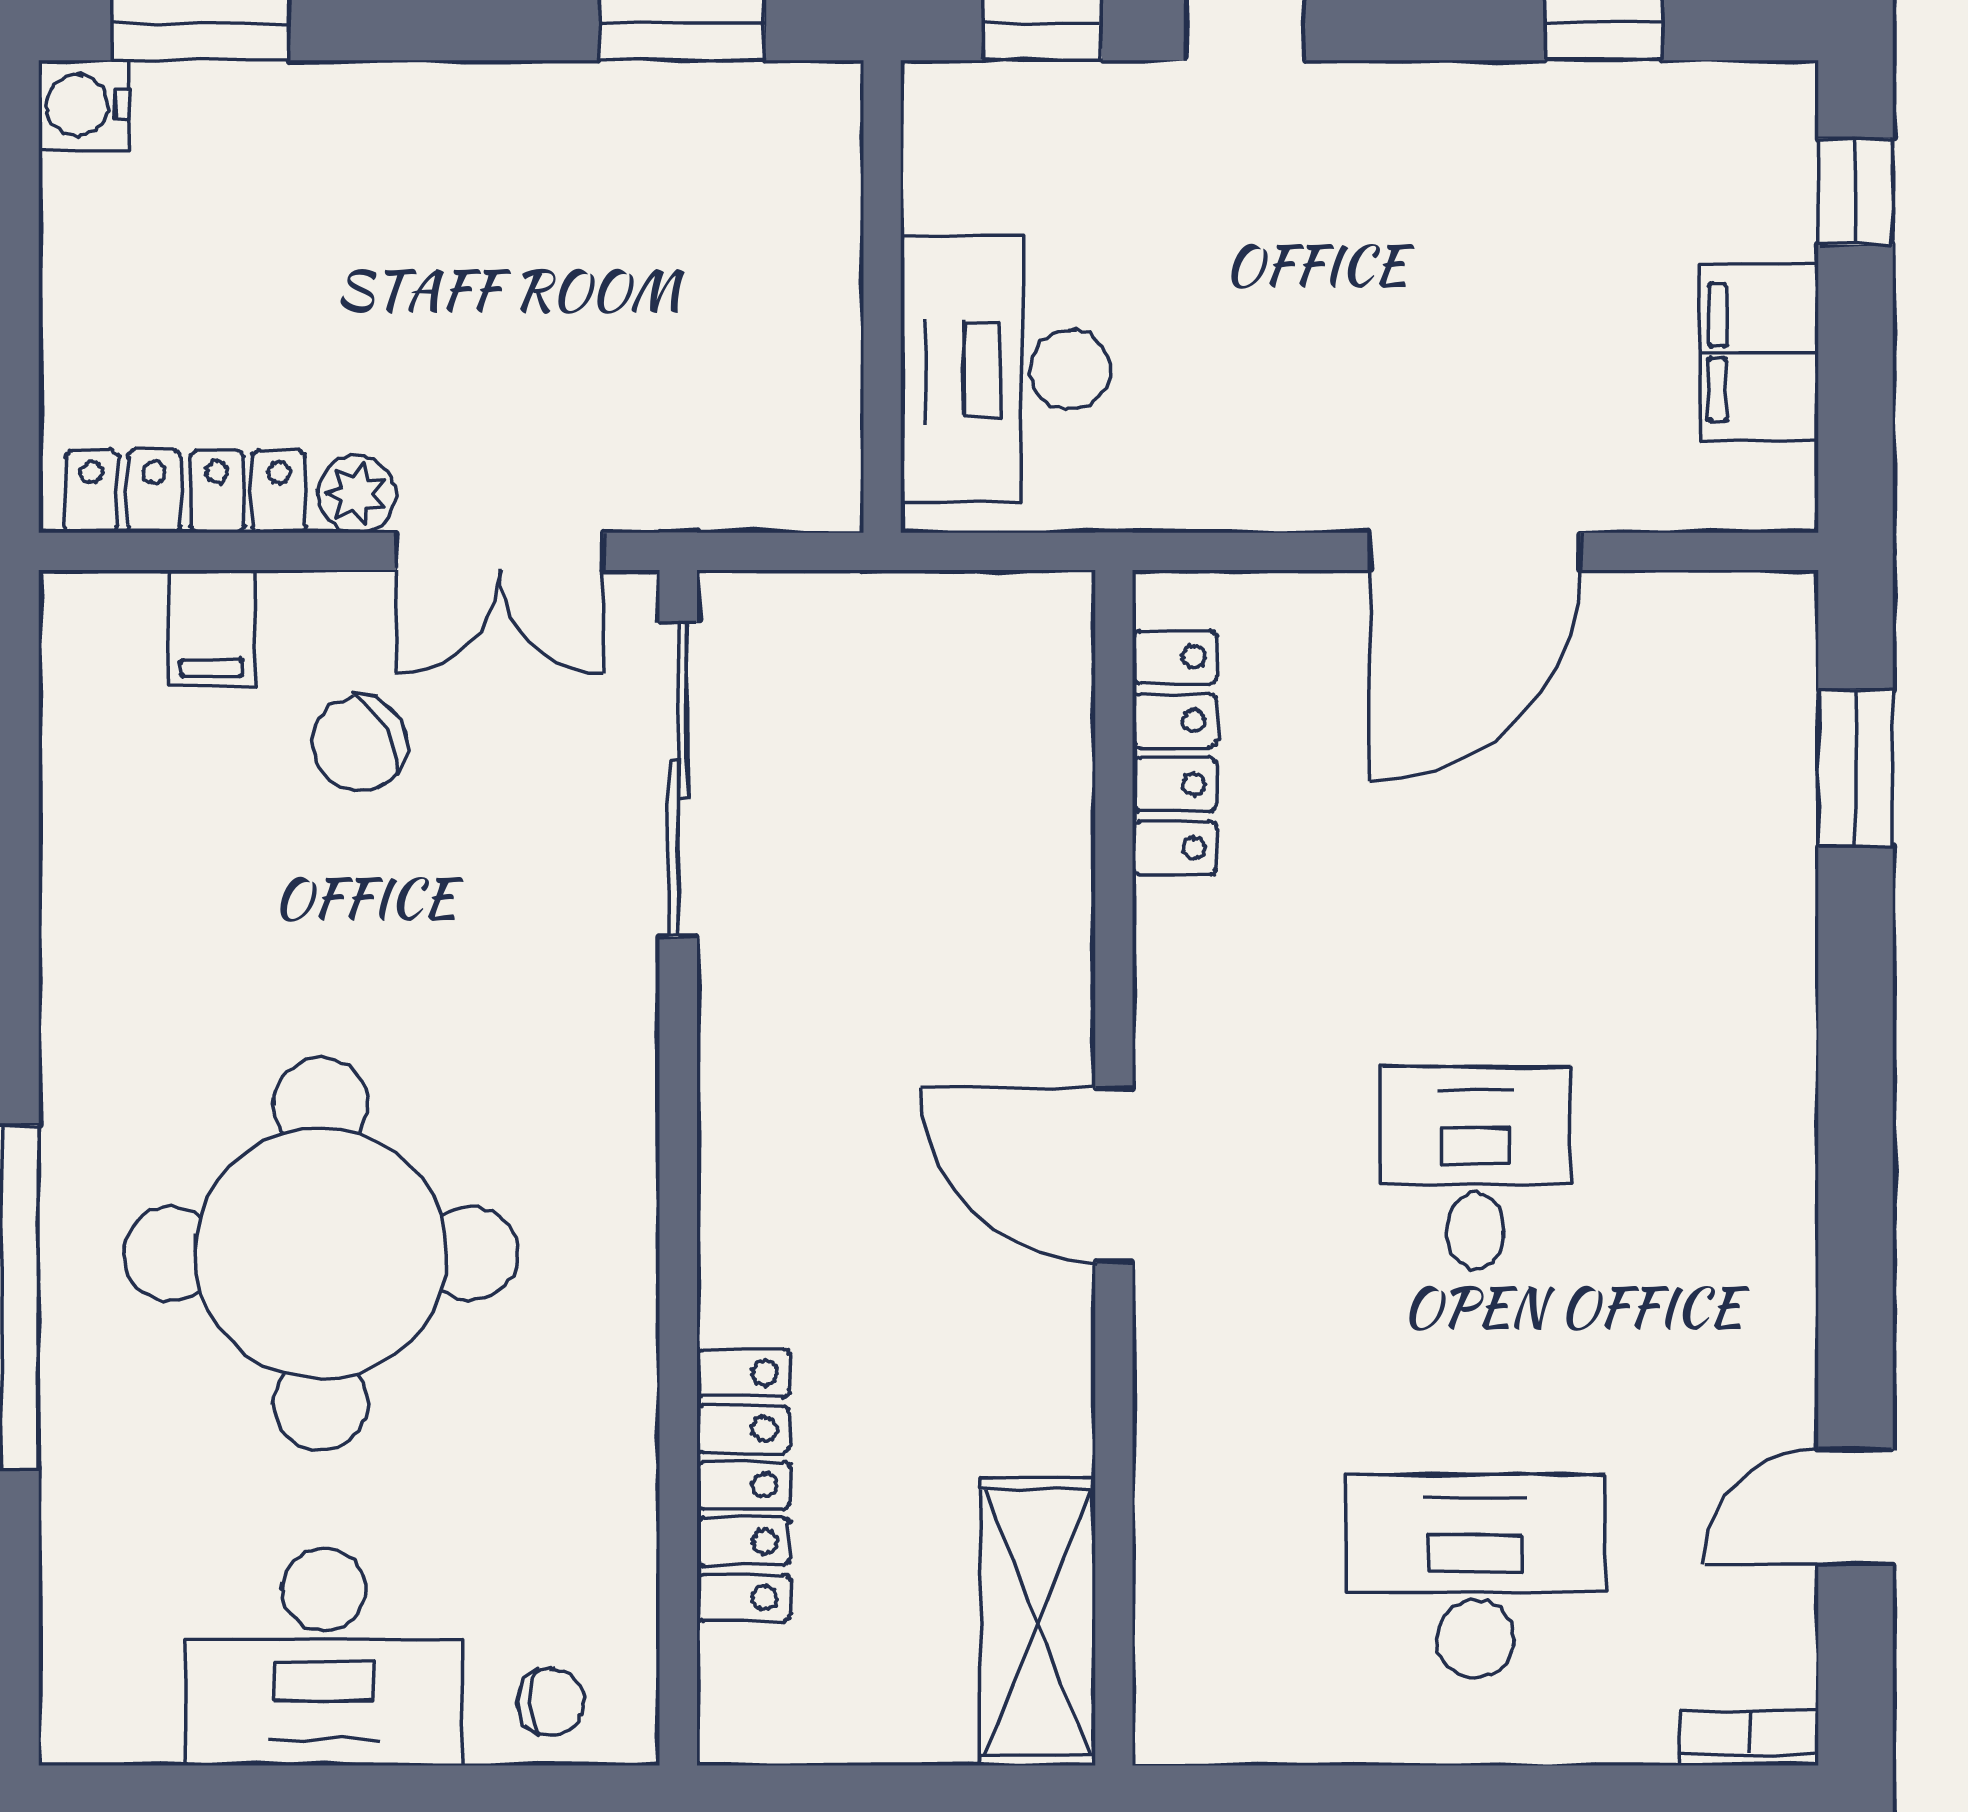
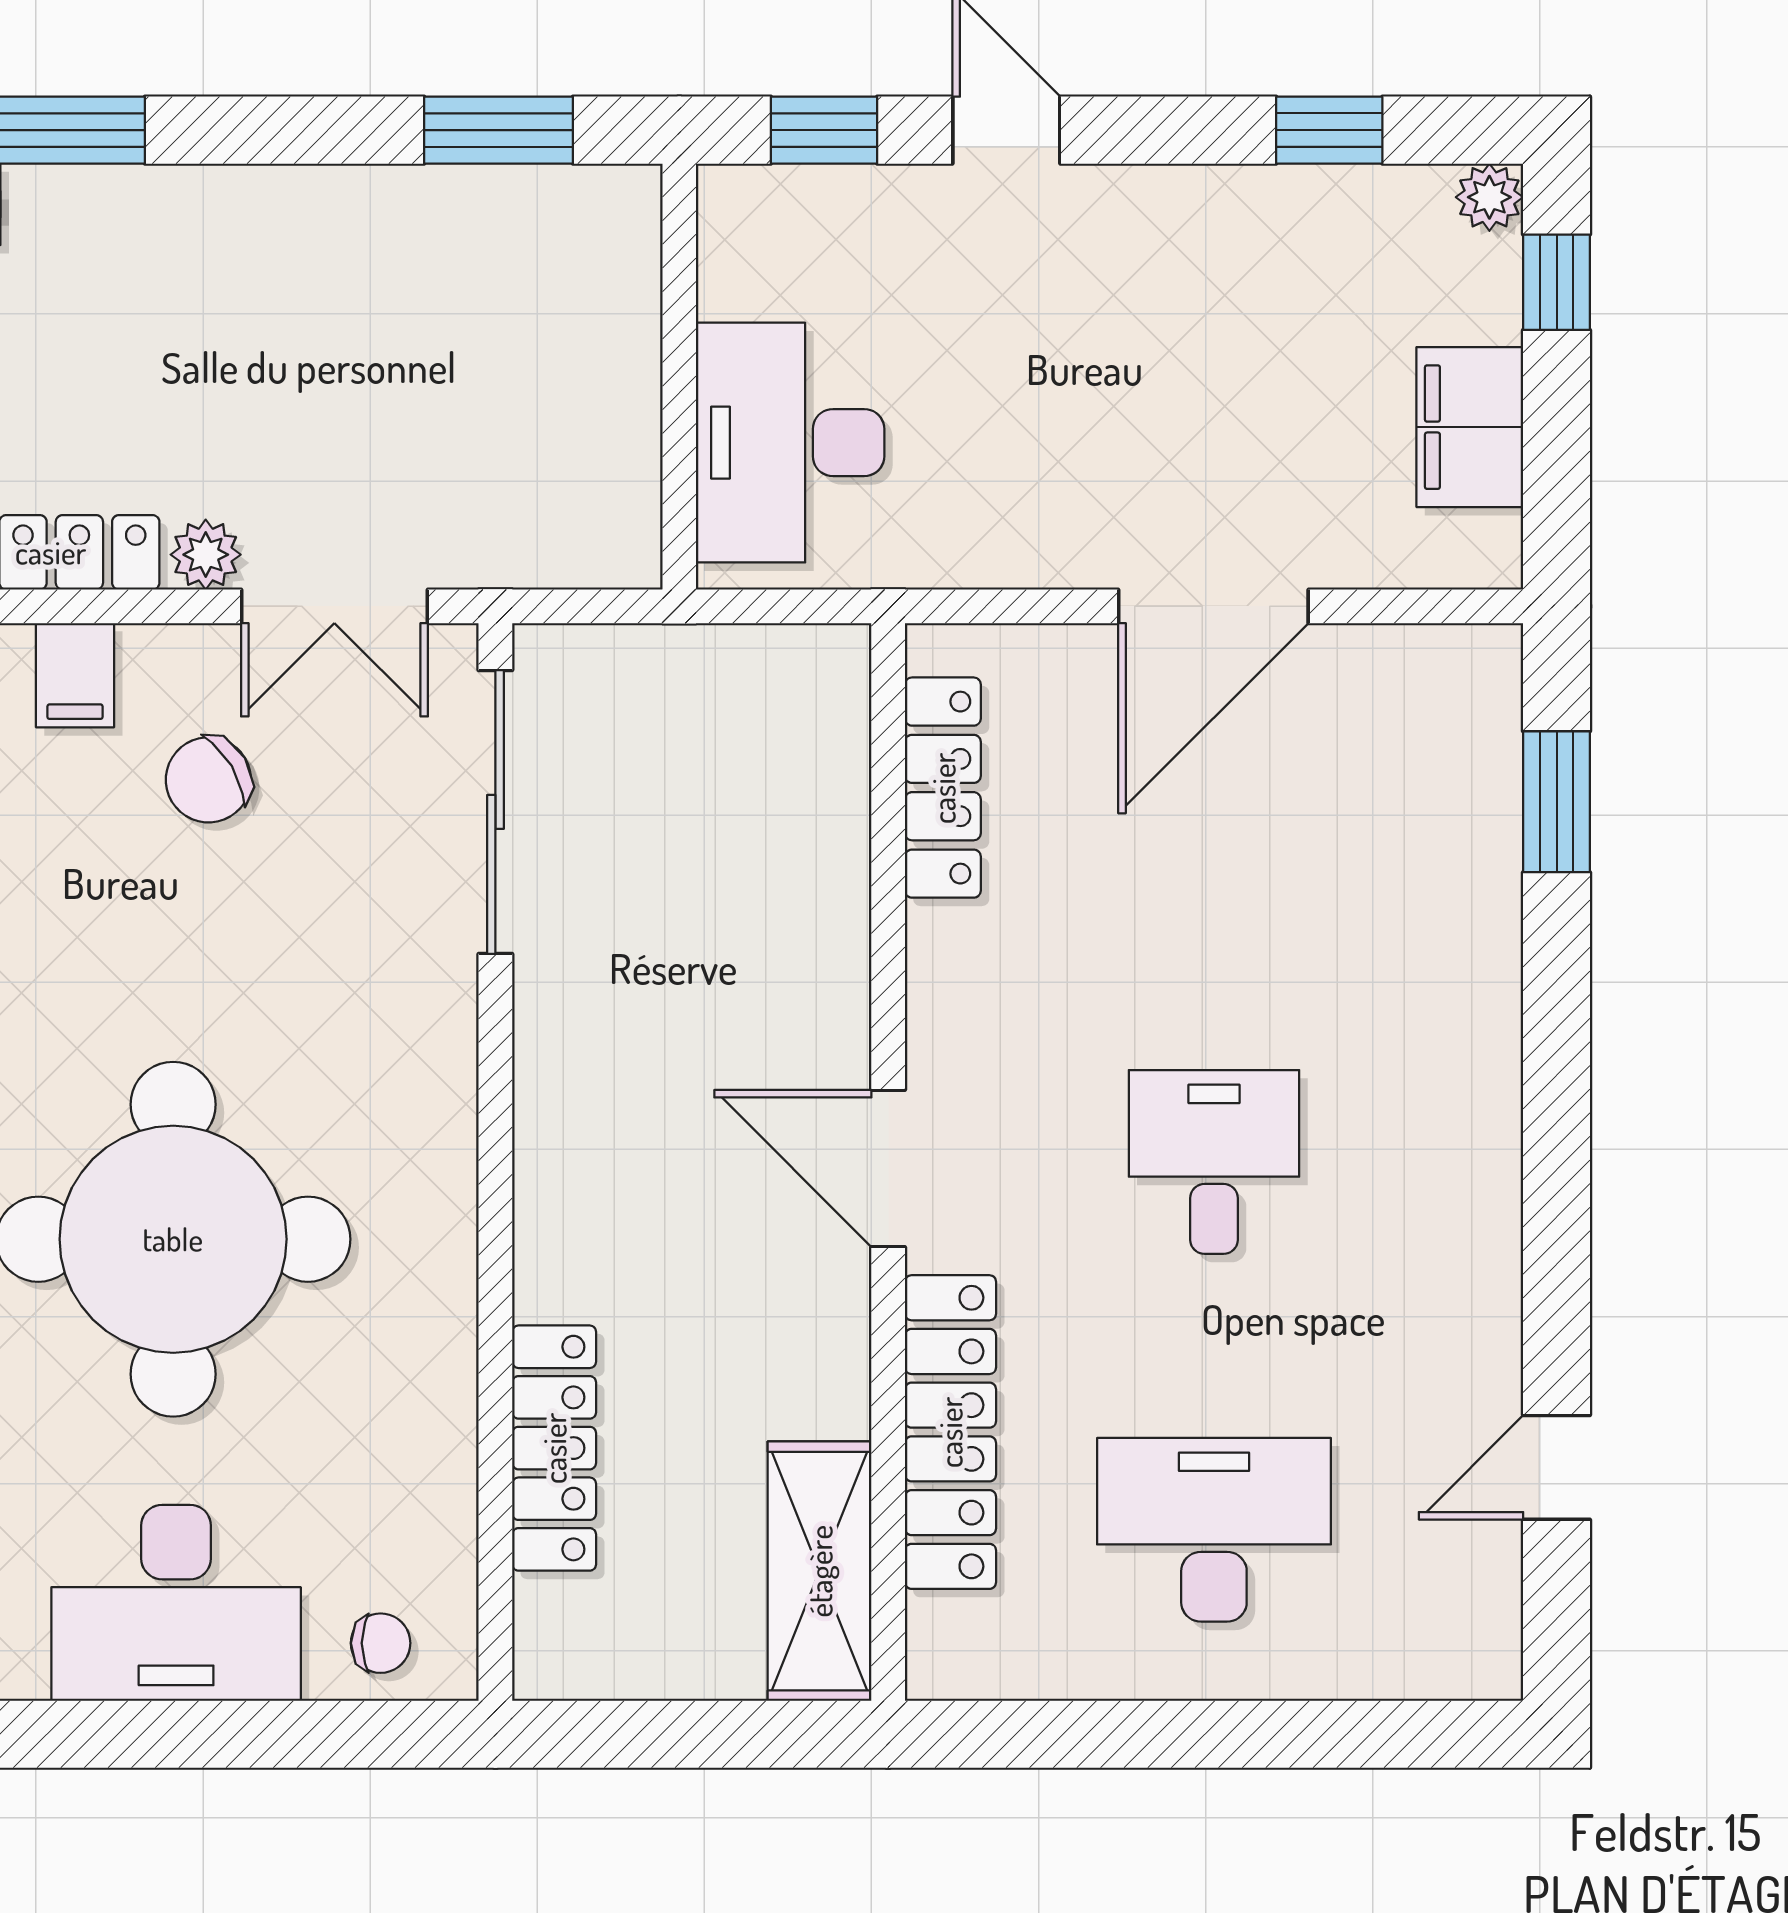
plant: (1781, 97) -> (1489, 197), added
locker: (1183, 1467) -> (950, 1432), added
bookcase: (1749, 1738) -> (1460, 1676), removed

